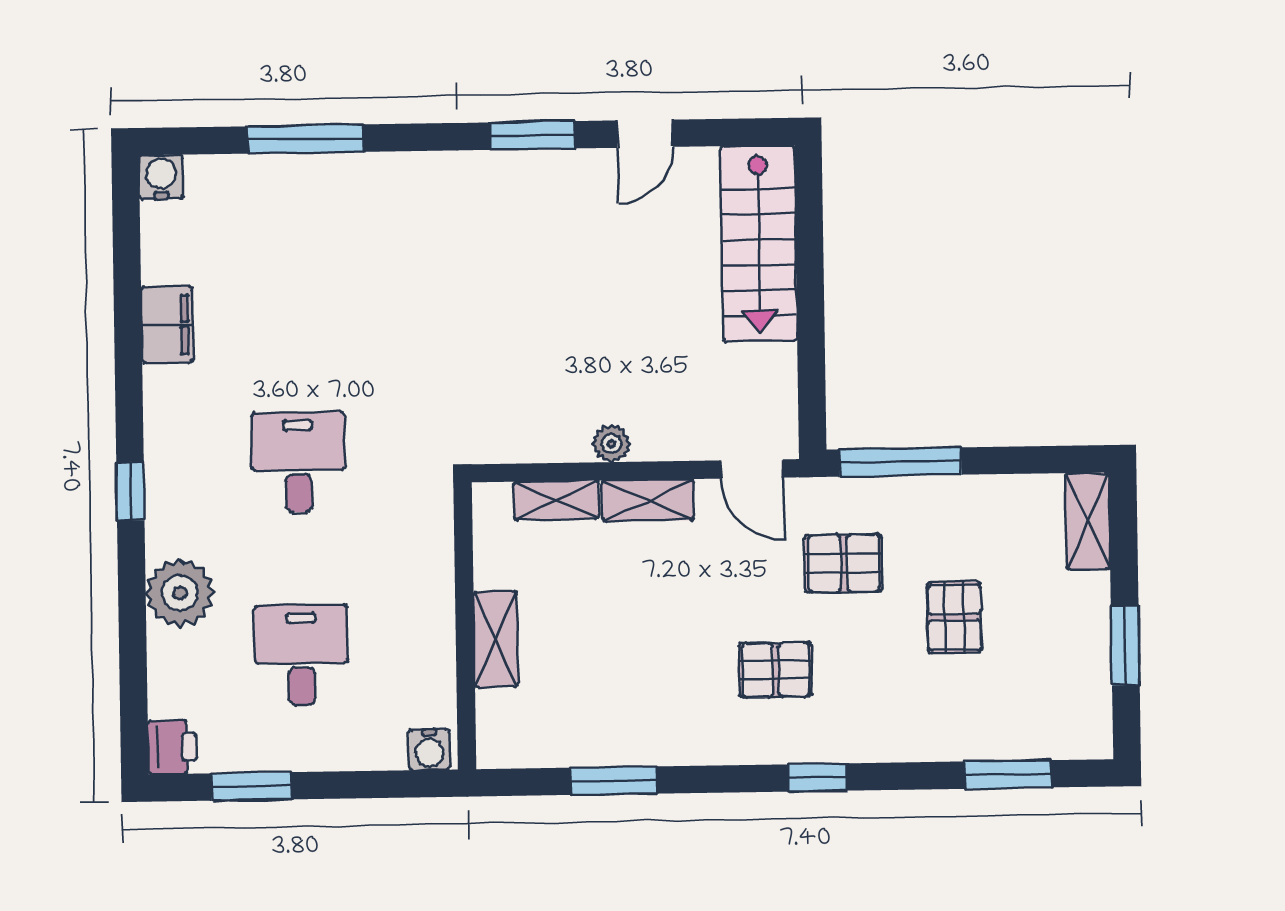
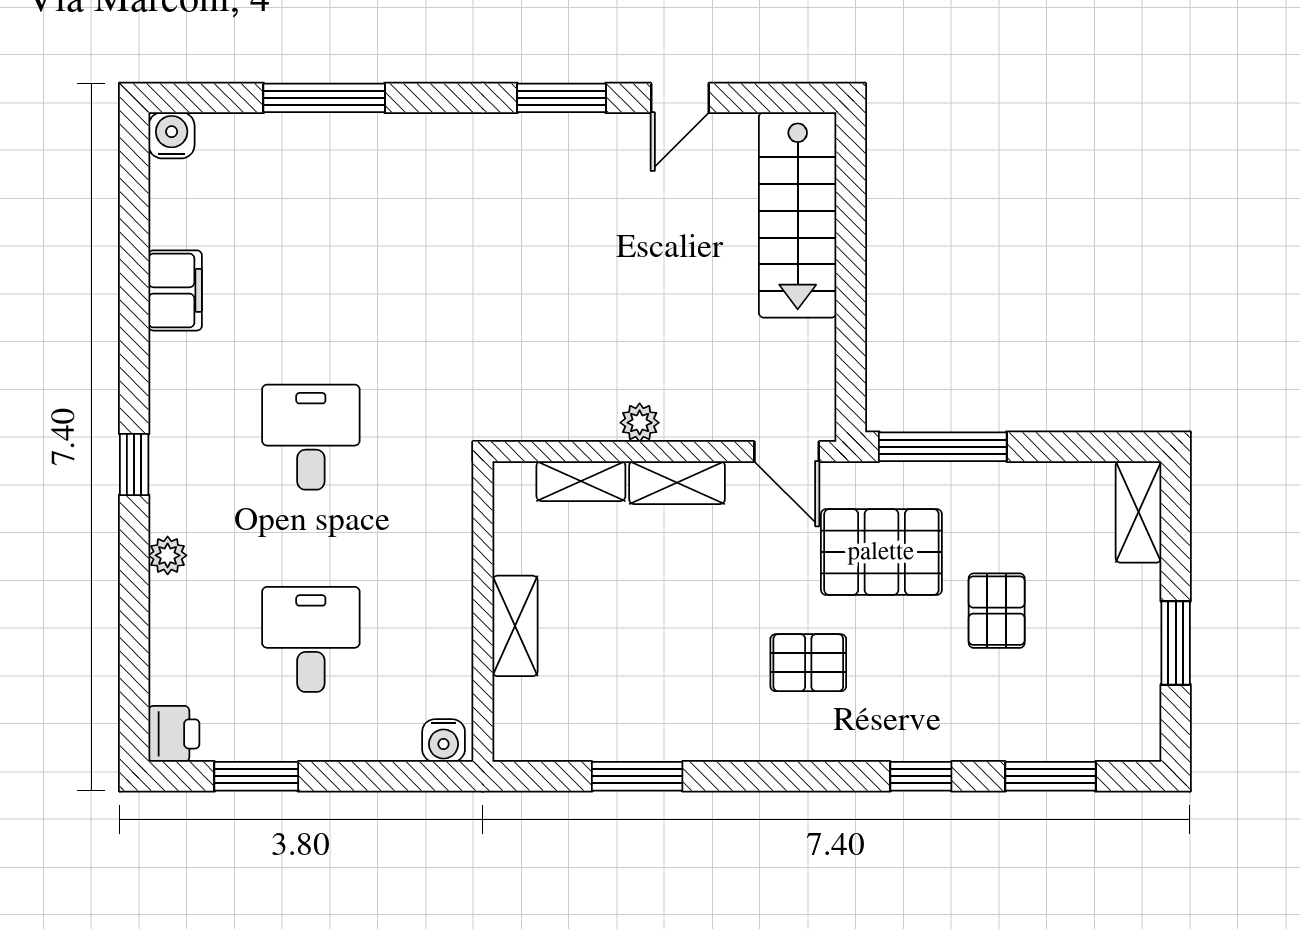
pallet: (844, 563) -> (881, 552), width x1.50, depth x1.42
plant: (180, 593) -> (168, 555), width x0.53, depth x0.53
window: (818, 777) -> (921, 776), moved

